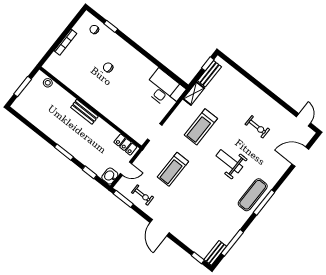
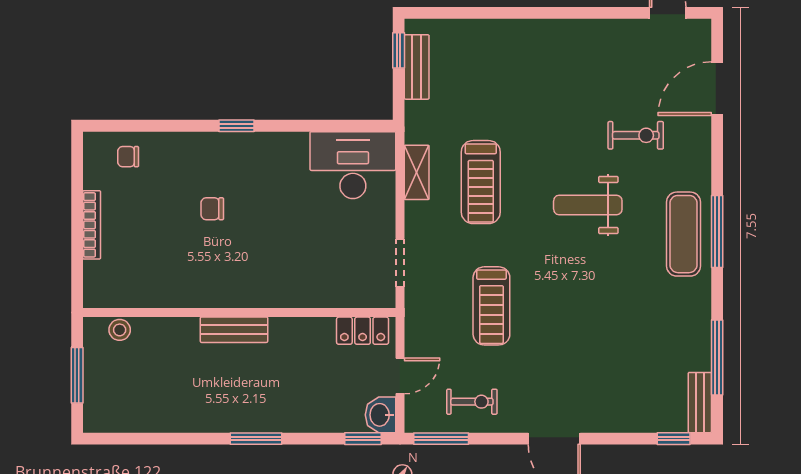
window: (111, 26) -> (236, 126), moved
shelving: (194, 94) -> (417, 172), moved
exercise bike: (257, 127) -> (636, 135), moved
window: (90, 172) -> (363, 439), moved

